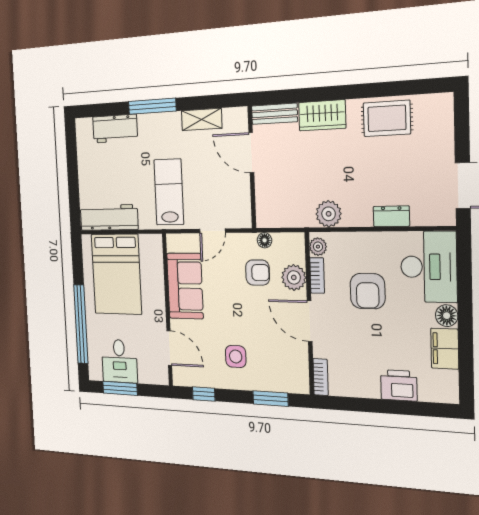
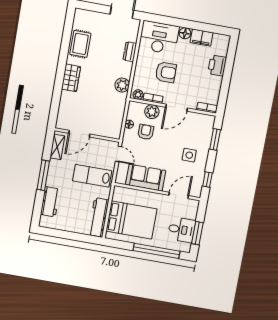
bench: (274, 114) -> (64, 104), removed
door: (251, 153) -> (79, 134), moved
wall: (252, 167) -> (87, 135), moved

